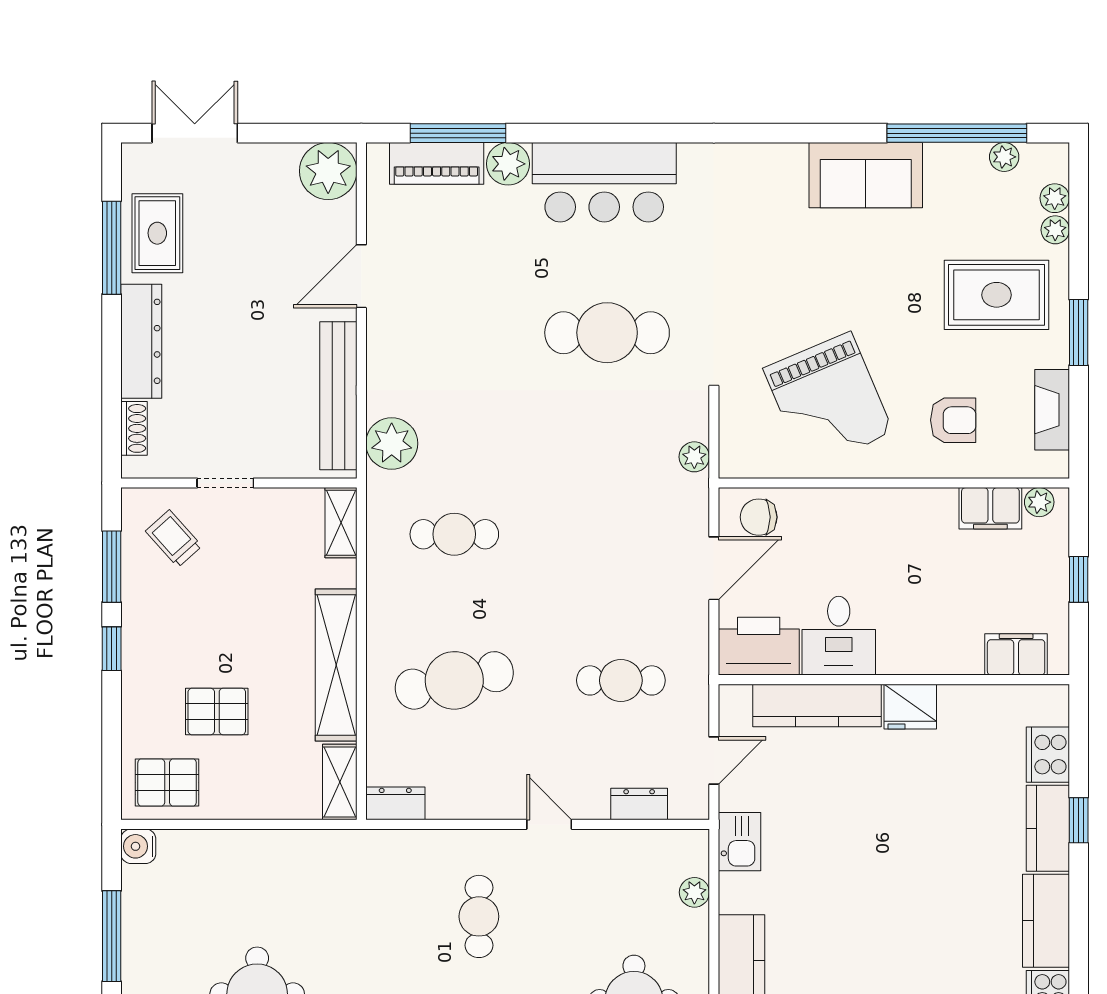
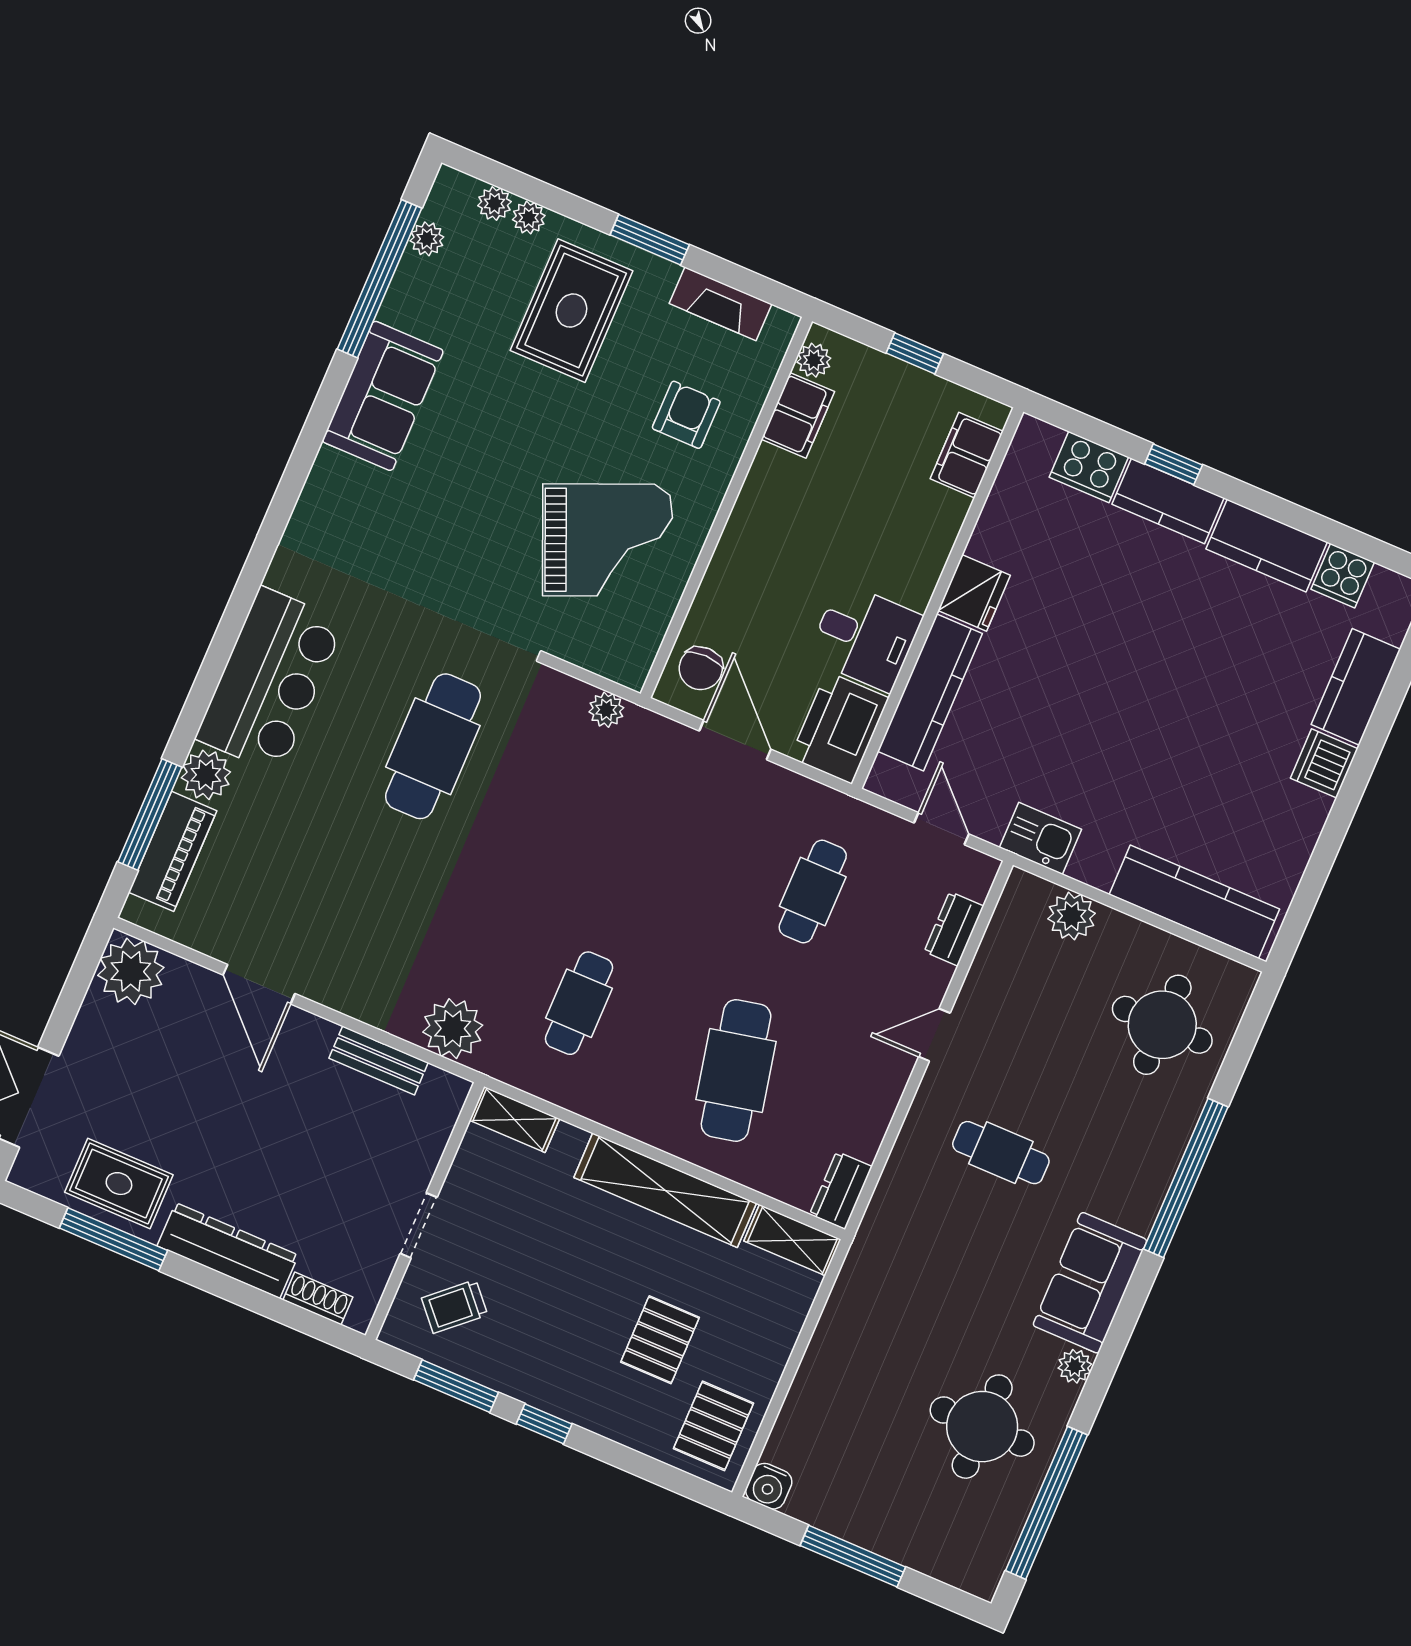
bench: (338, 396) -> (379, 1060), width x0.54, depth x0.82
plant: (694, 892) -> (1072, 916), width x1.38, depth x1.38

